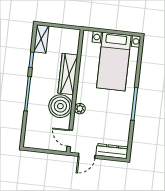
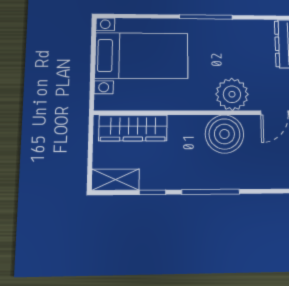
wardrobe: (68, 74) -> (133, 128), moved
plant: (80, 109) -> (232, 94), width x1.88, depth x1.88

